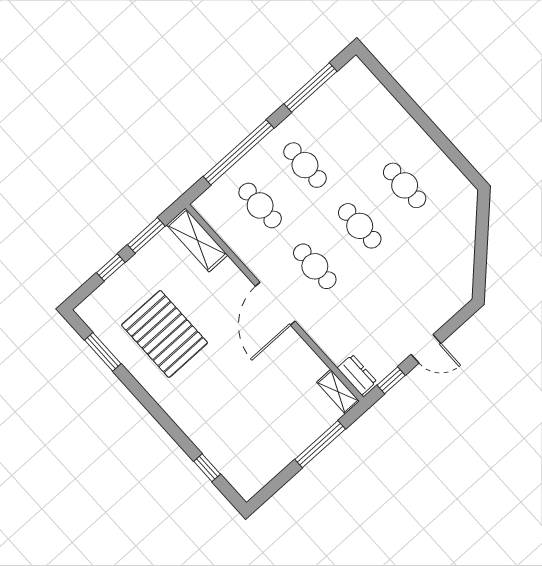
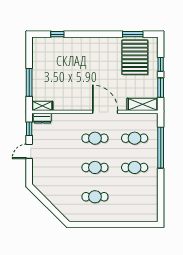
window: (310, 88) -> (161, 195), removed
door: (275, 304) -> (105, 112), moved
pallet: (165, 334) -> (135, 57), moved, turned 90

